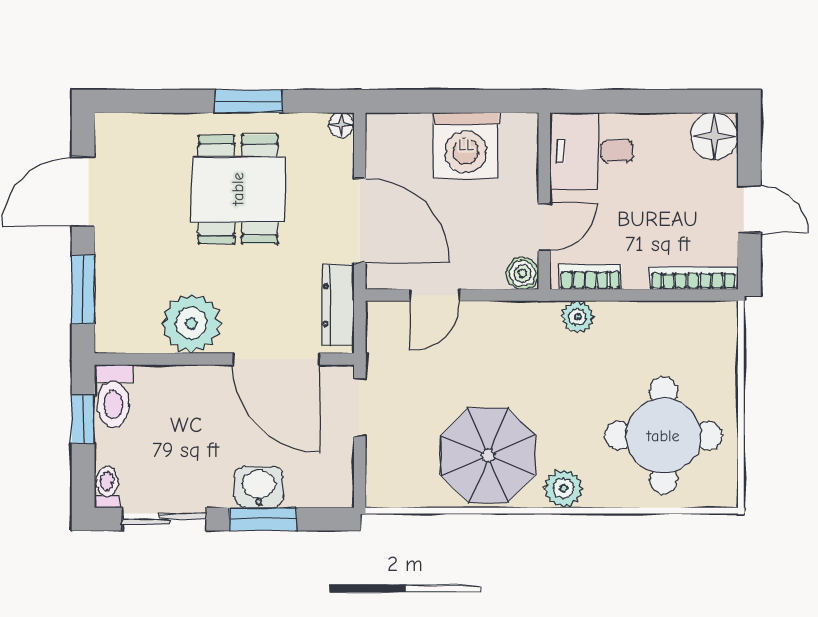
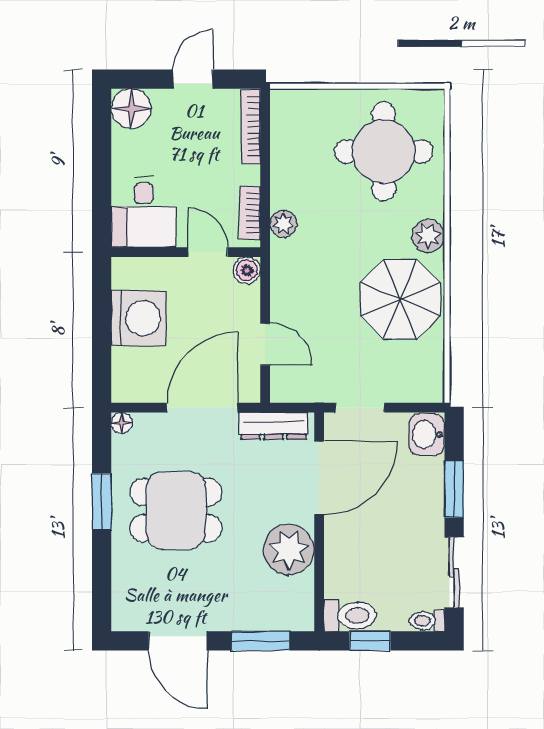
washbasin: (259, 487) -> (427, 434), moved

